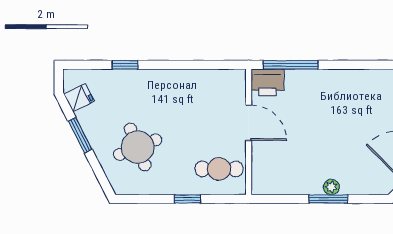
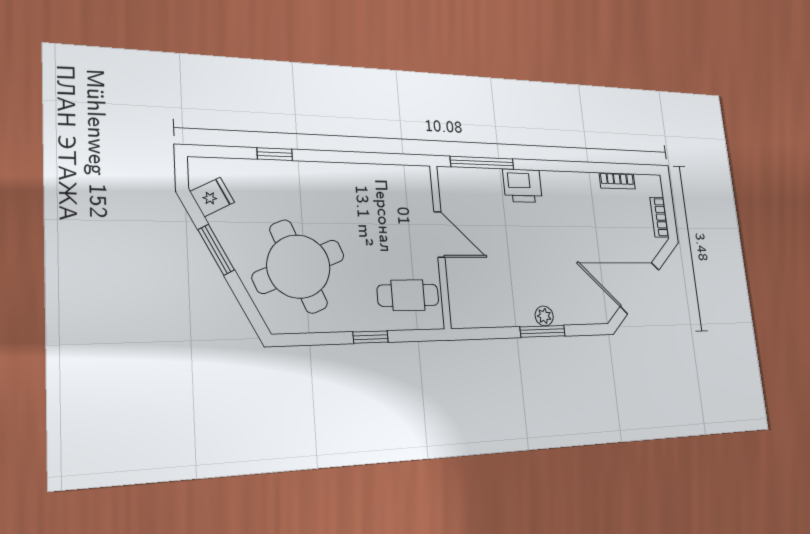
printer: (267, 82) -> (523, 186), moved
round table: (138, 147) -> (299, 266), width x1.36, depth x1.36

